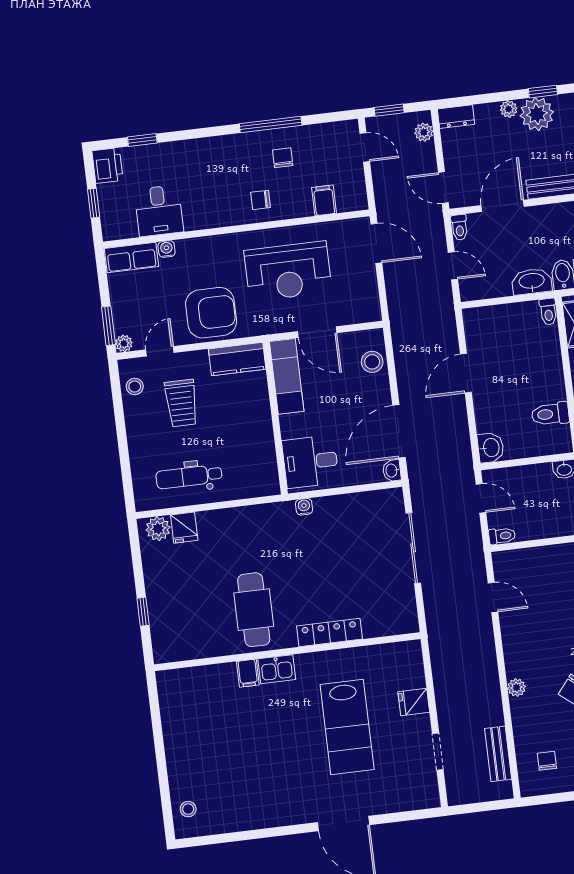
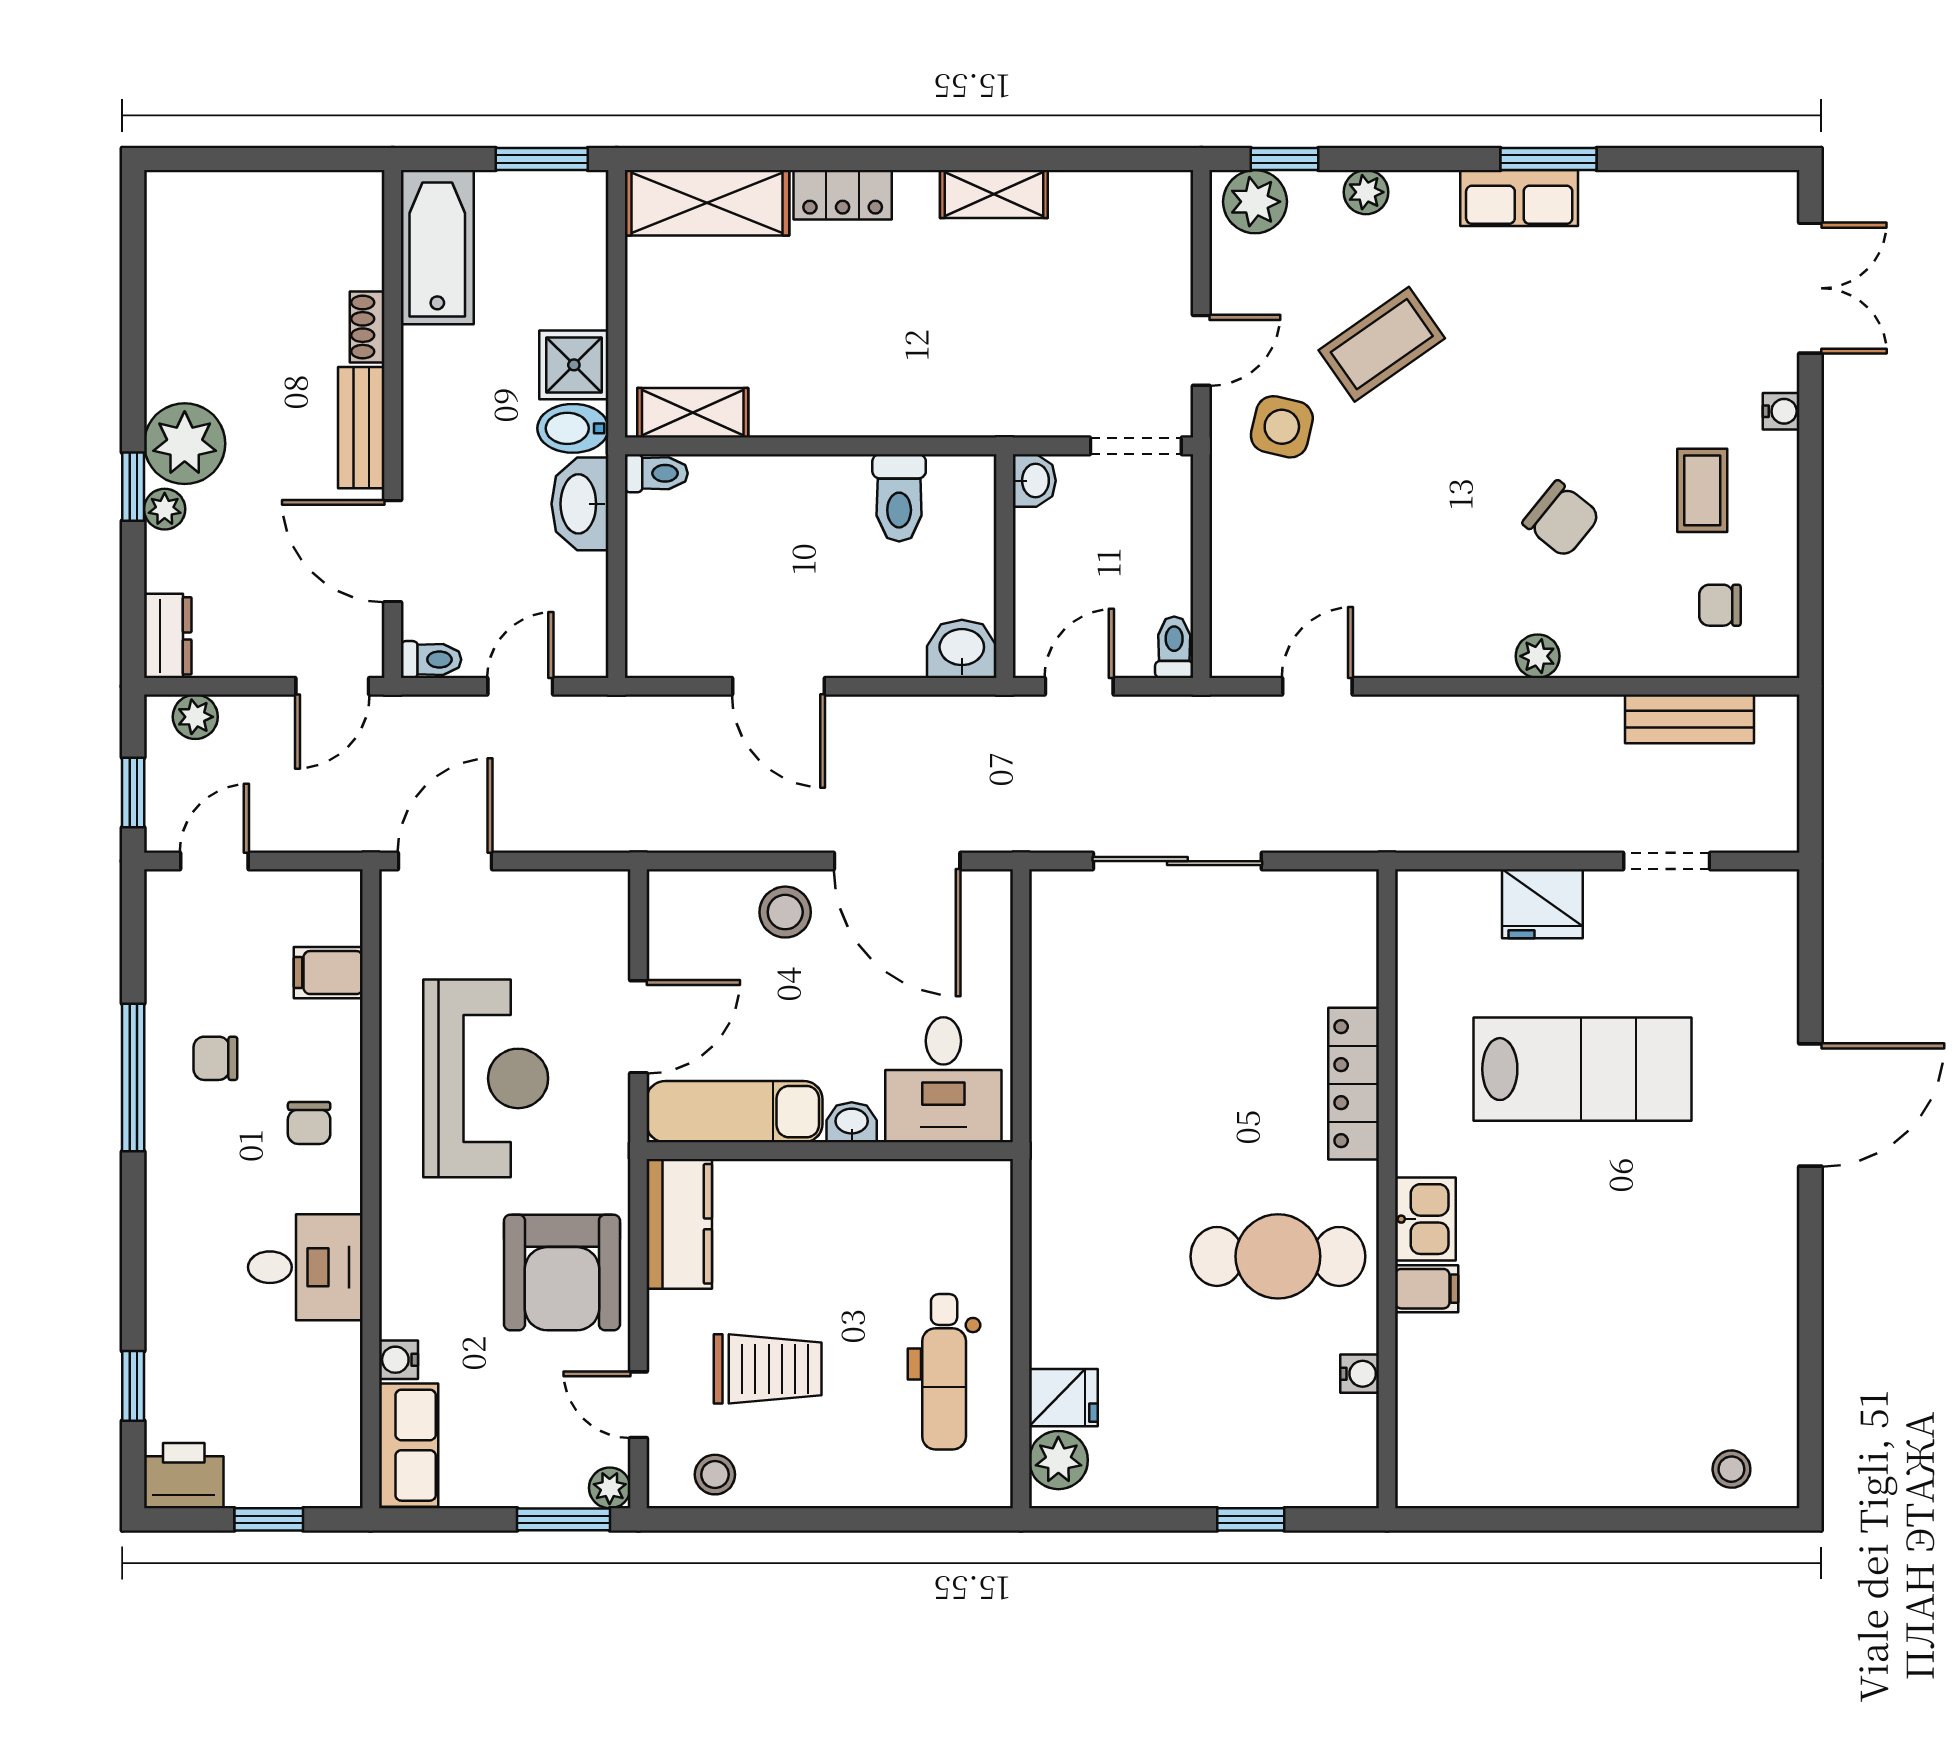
window: (543, 92) -> (133, 487), moved
desk: (159, 211) -> (305, 1267), moved
armchair: (211, 313) -> (562, 1272), turned 180
stool: (372, 362) -> (785, 912), moved
washbasin: (392, 471) -> (852, 1122), moved, turned 180
water cooler: (304, 507) -> (1360, 1374), moved, turned 180
fridge: (414, 702) -> (1542, 904), width x1.38

